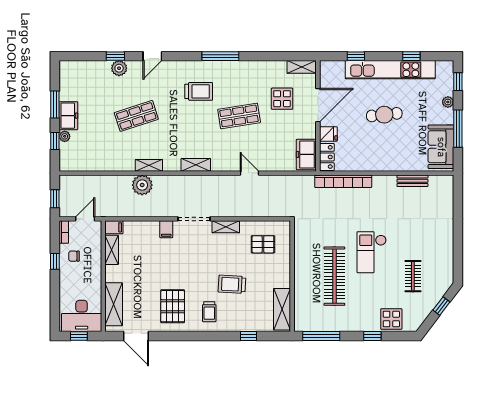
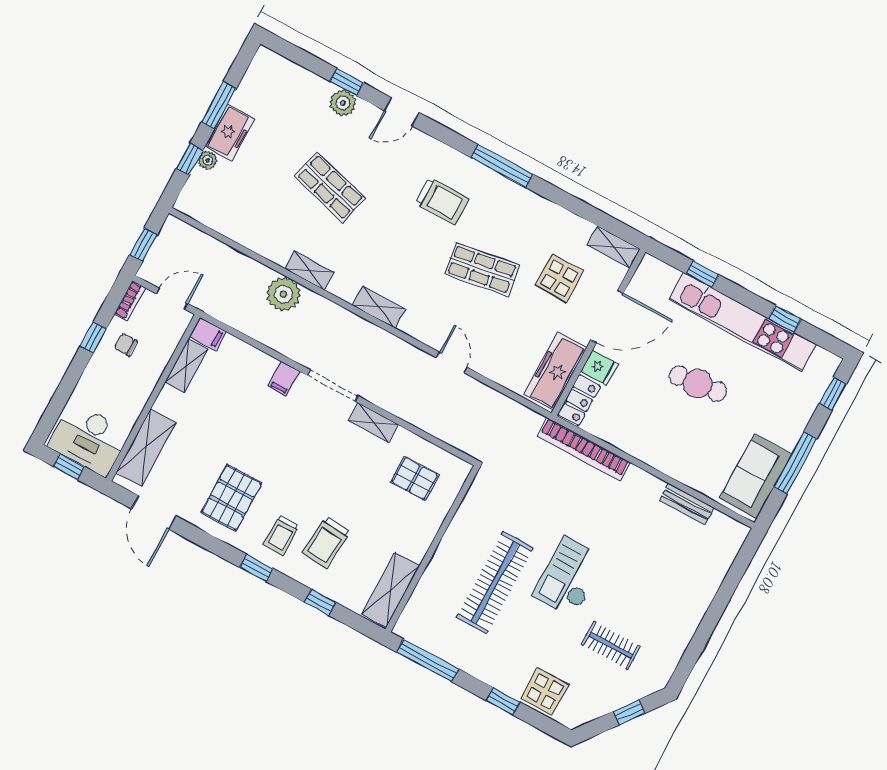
plant: (448, 102) -> (802, 416), removed
shop shelf: (136, 116) -> (330, 187), turned 33
freezer: (306, 154) -> (555, 371), width x1.40
clothes rail: (413, 276) -> (611, 645), turned 90
trolley: (232, 284) -> (326, 542), moved, turned -88
window: (206, 336) -> (256, 568), added

